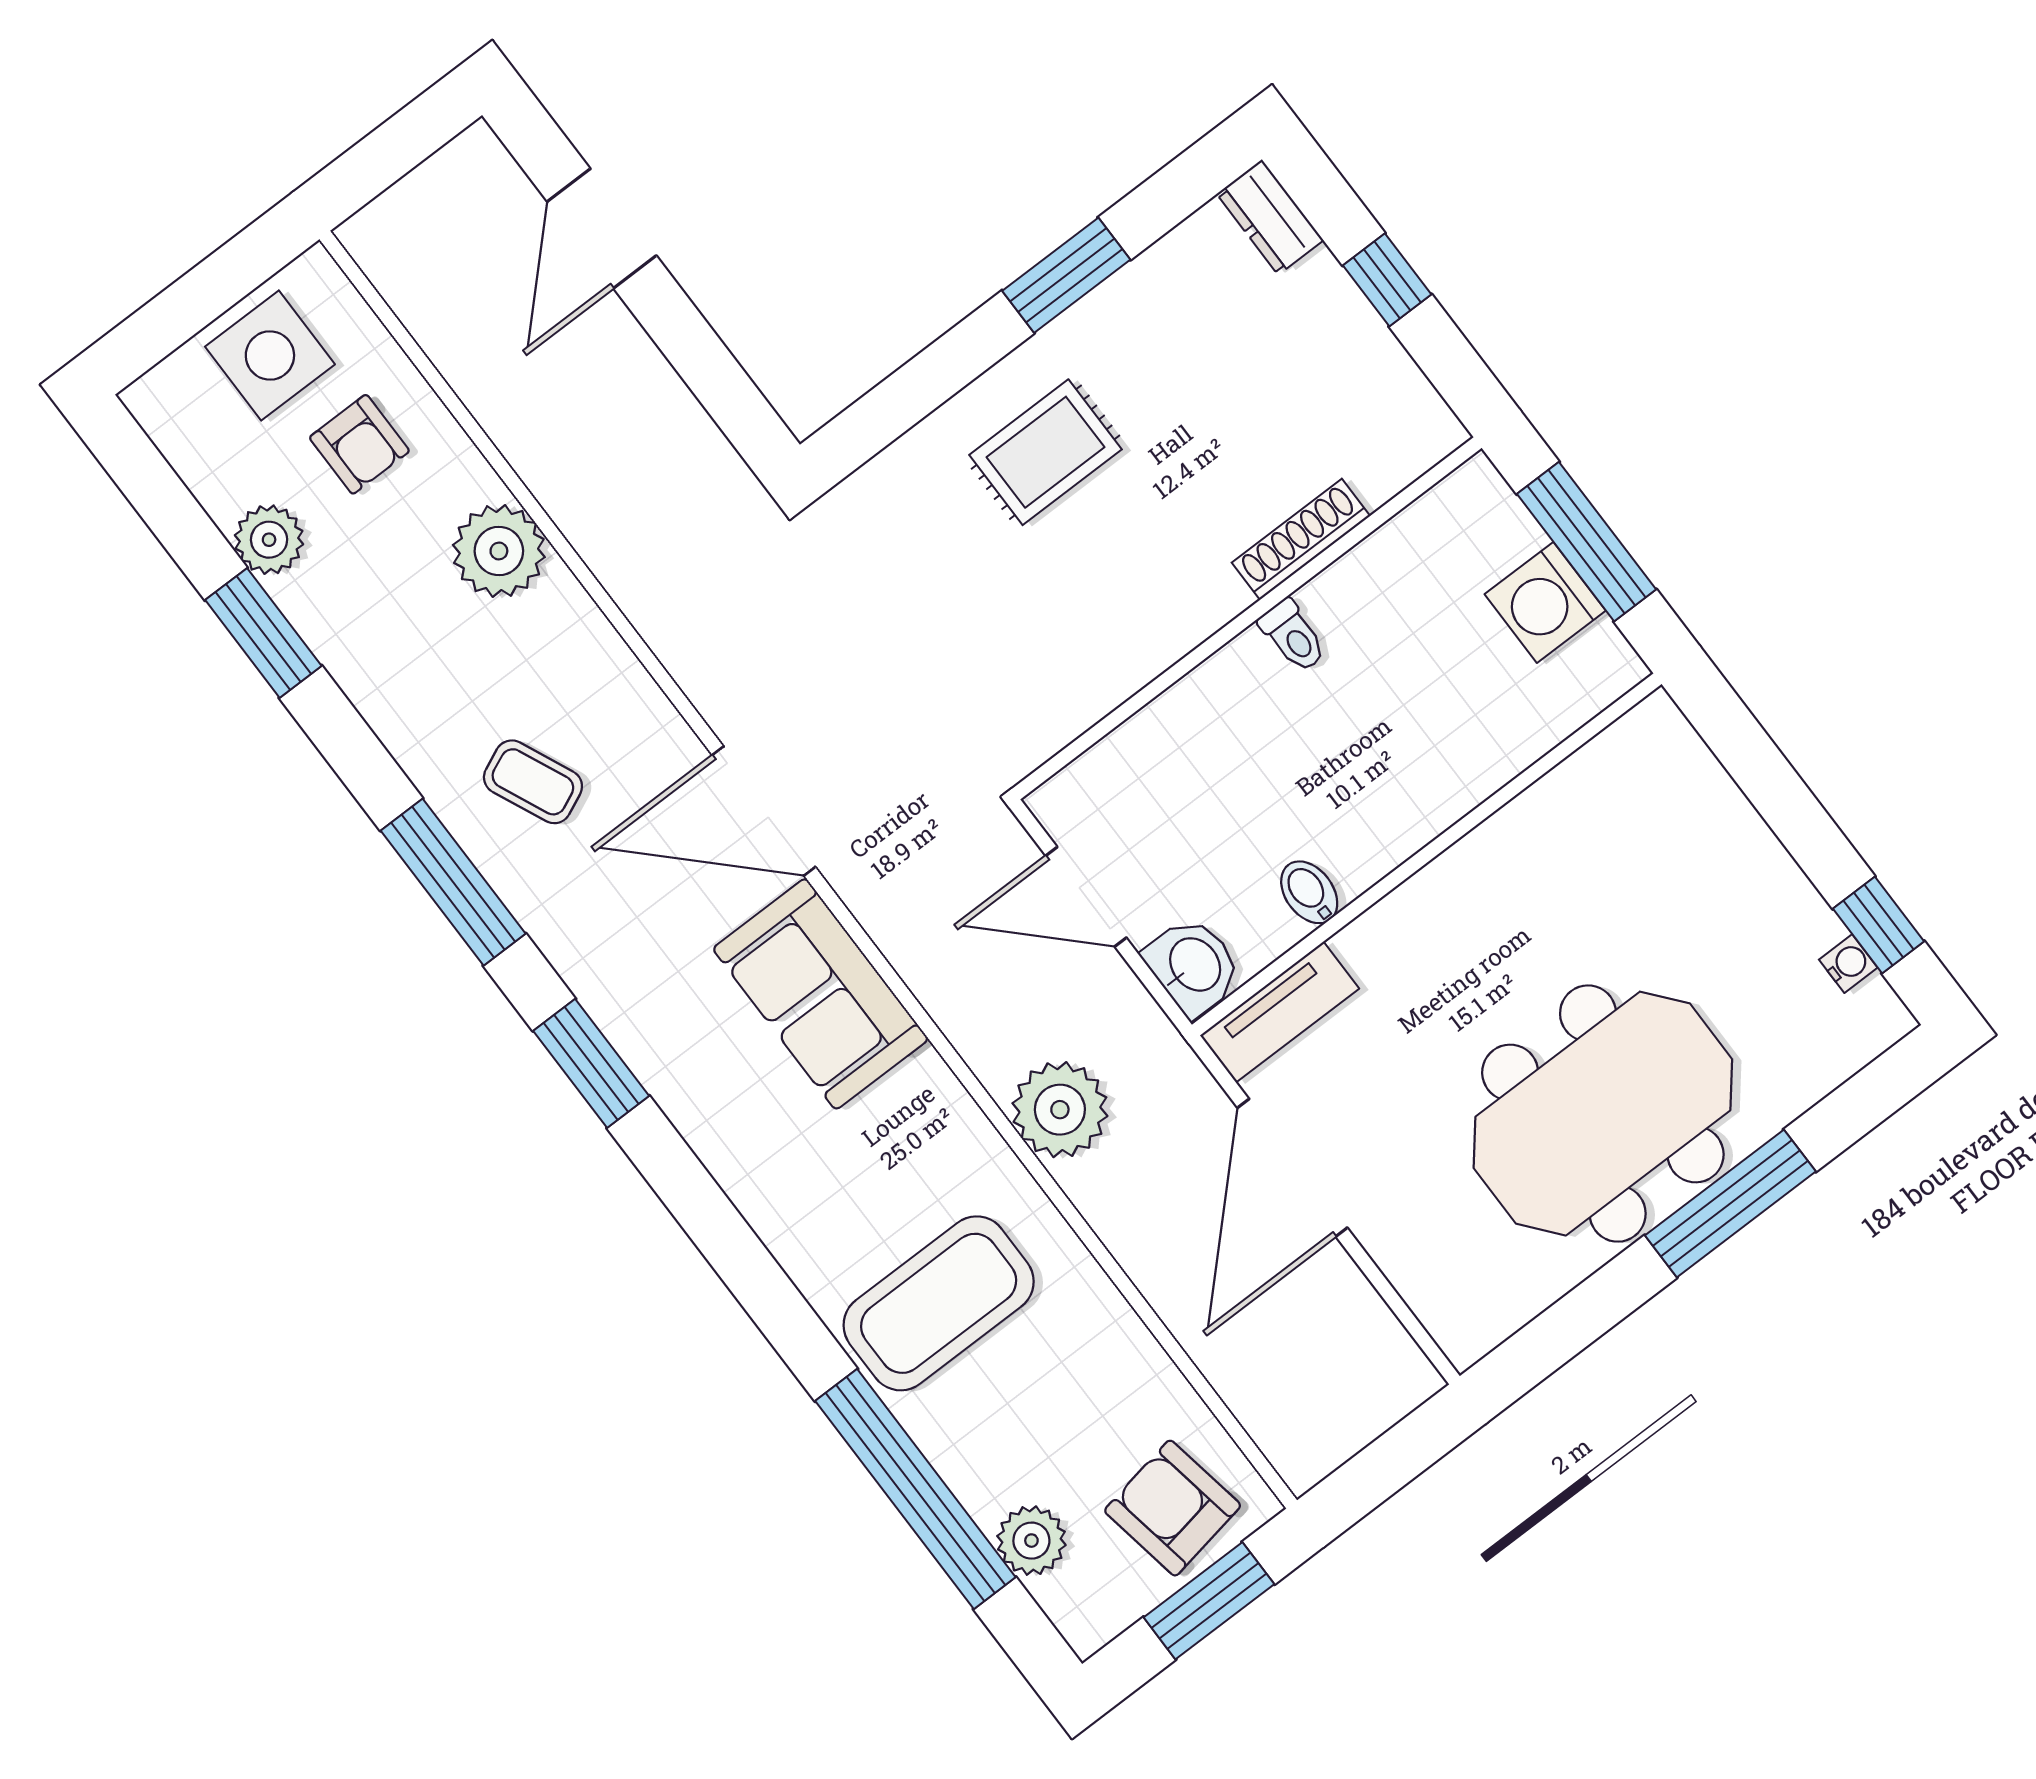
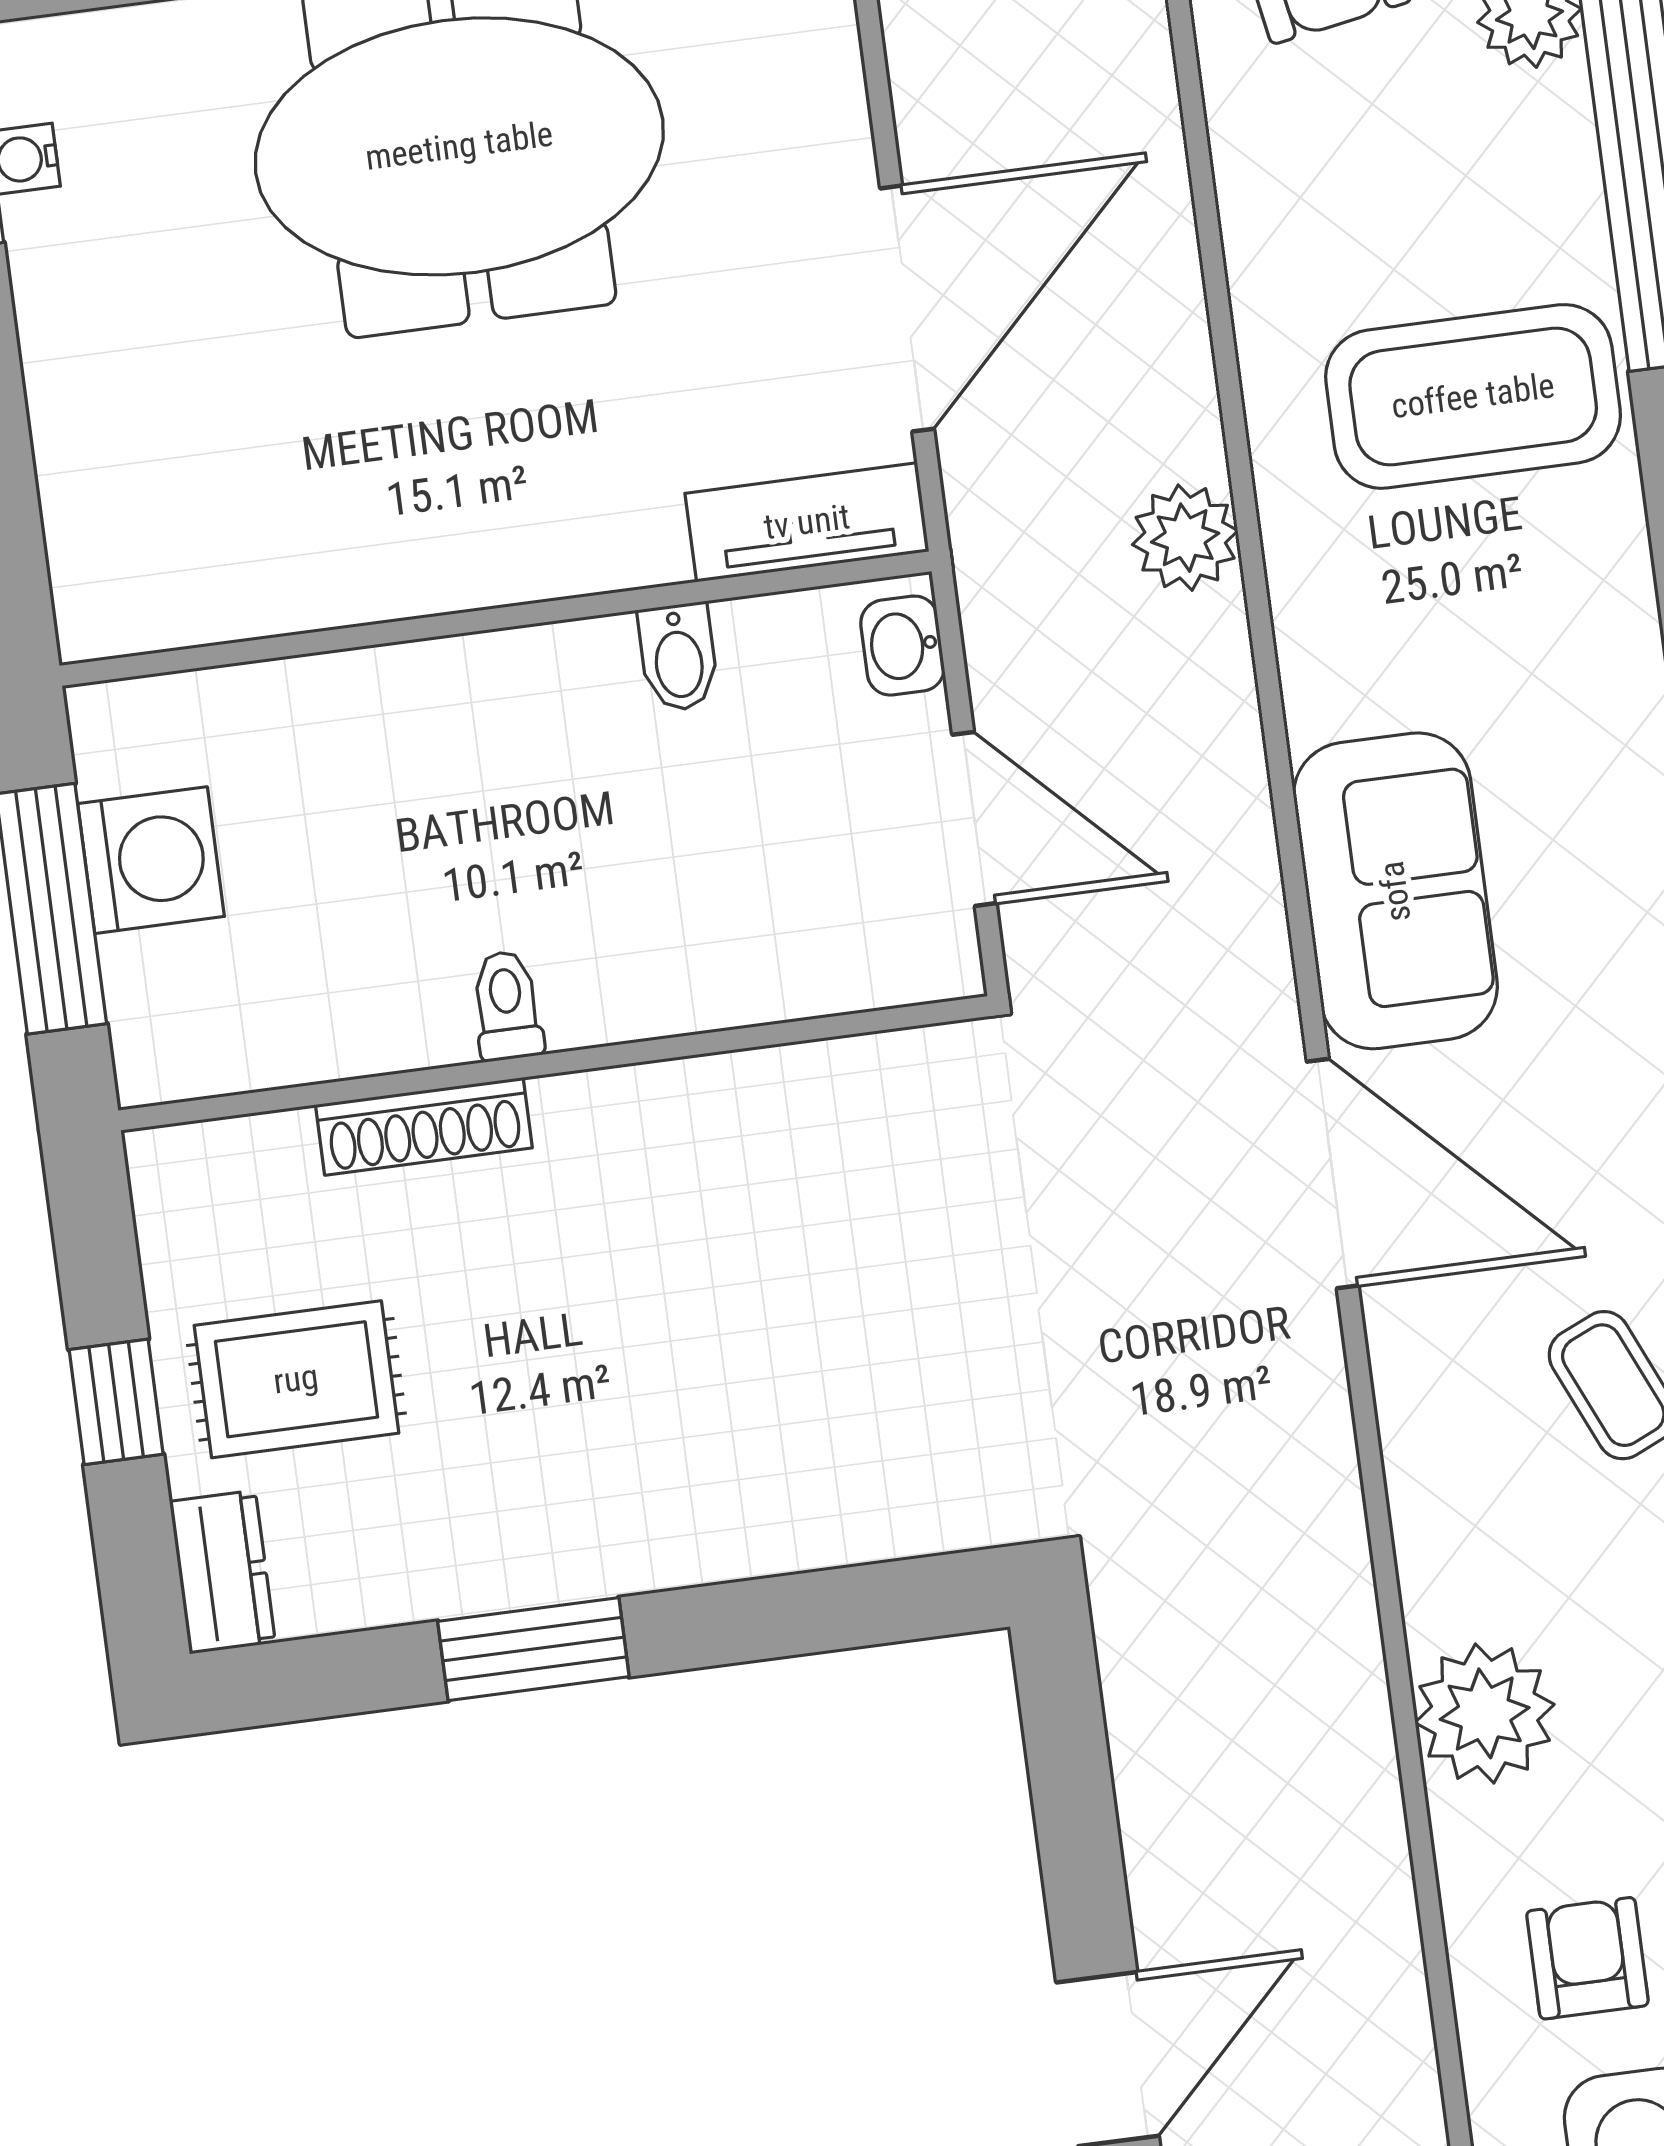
rug: (1046, 452) -> (296, 1379), moved
washbasin: (1193, 966) -> (902, 646), width x0.72, depth x0.69
plant: (1060, 1110) -> (1185, 538), width x0.73, depth x0.73

